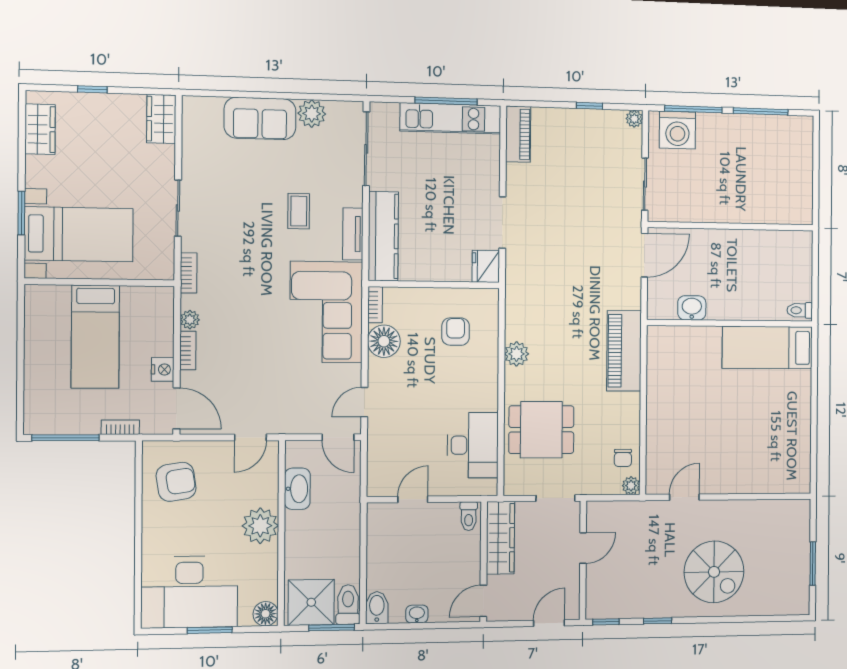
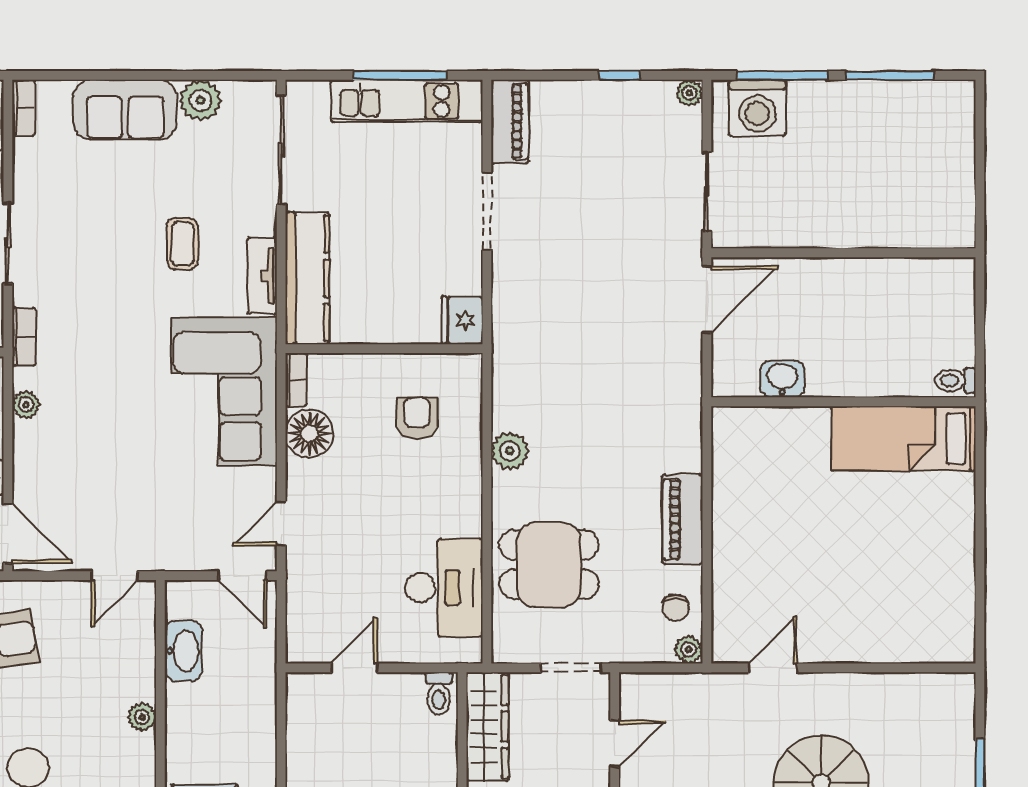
doorway: (502, 222) -> (487, 211), moved
bookcase: (188, 351) -> (23, 108), moved
piano: (624, 351) -> (683, 519), moved, width x0.73, depth x0.75
plant: (260, 526) -> (142, 717), width x0.53, depth x0.53

